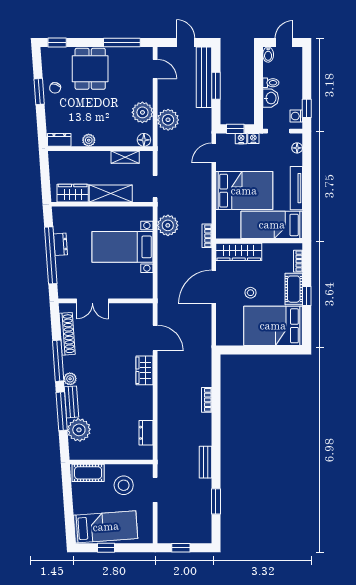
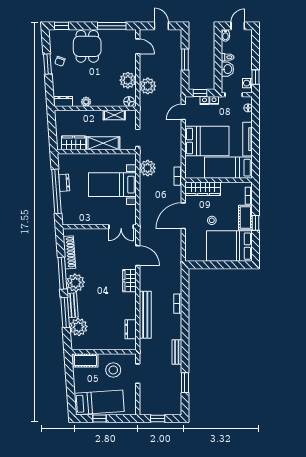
bench: (204, 77) -> (145, 315), moved
double door: (92, 301) -> (121, 227), moved
plant: (70, 379) -> (76, 283), width x1.88, depth x1.88

